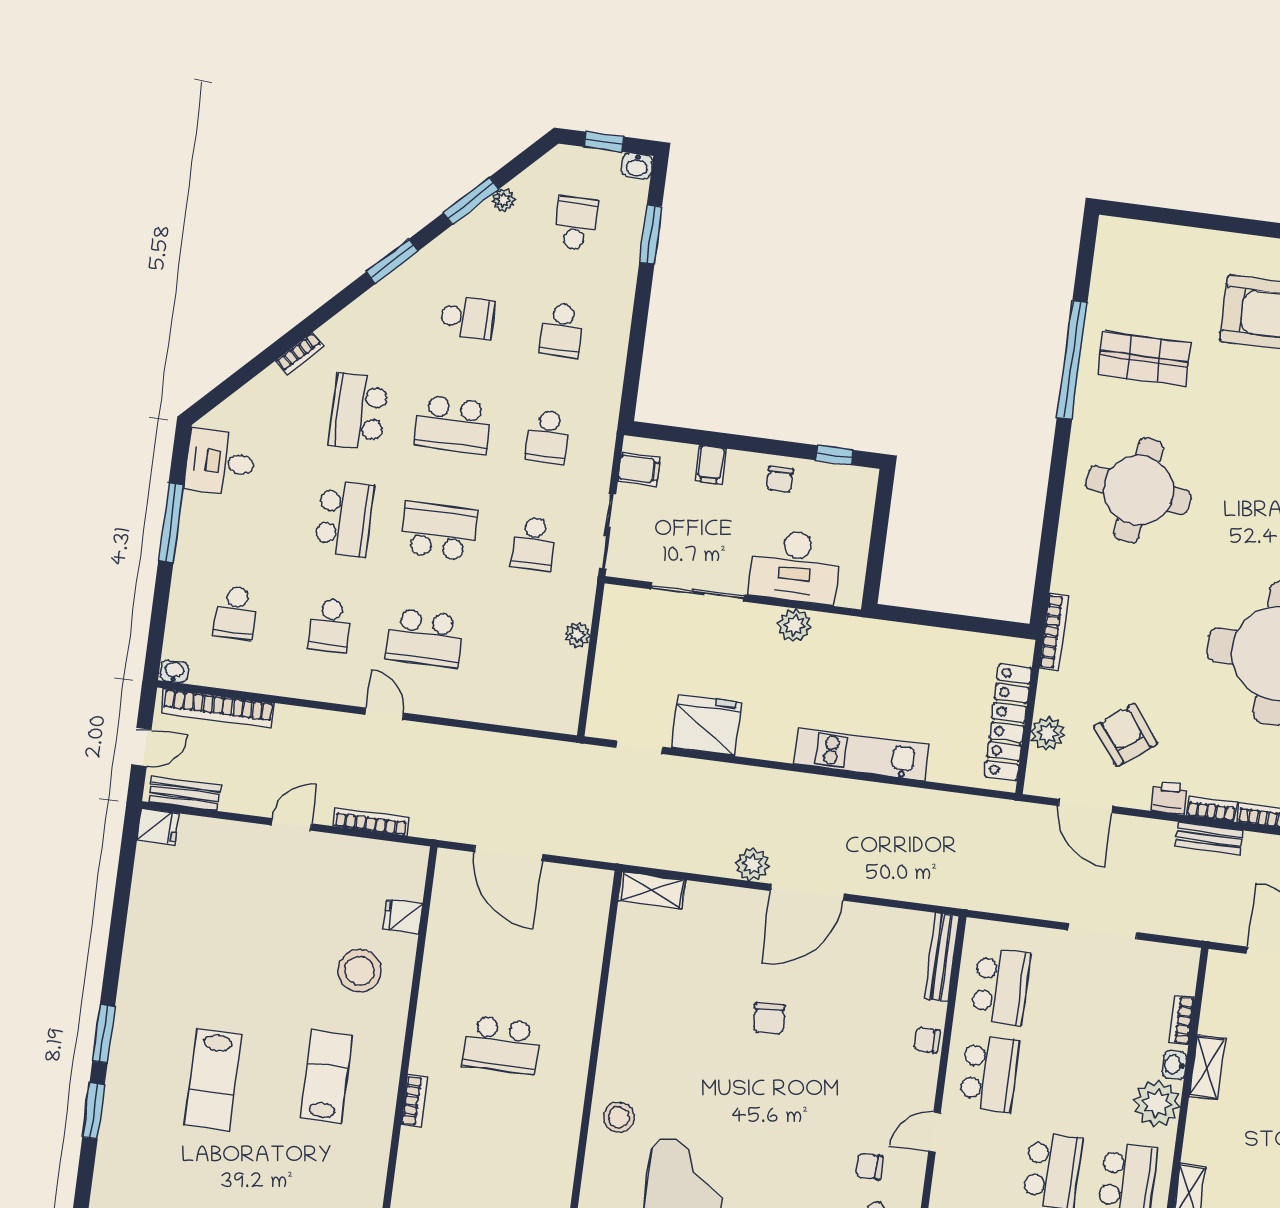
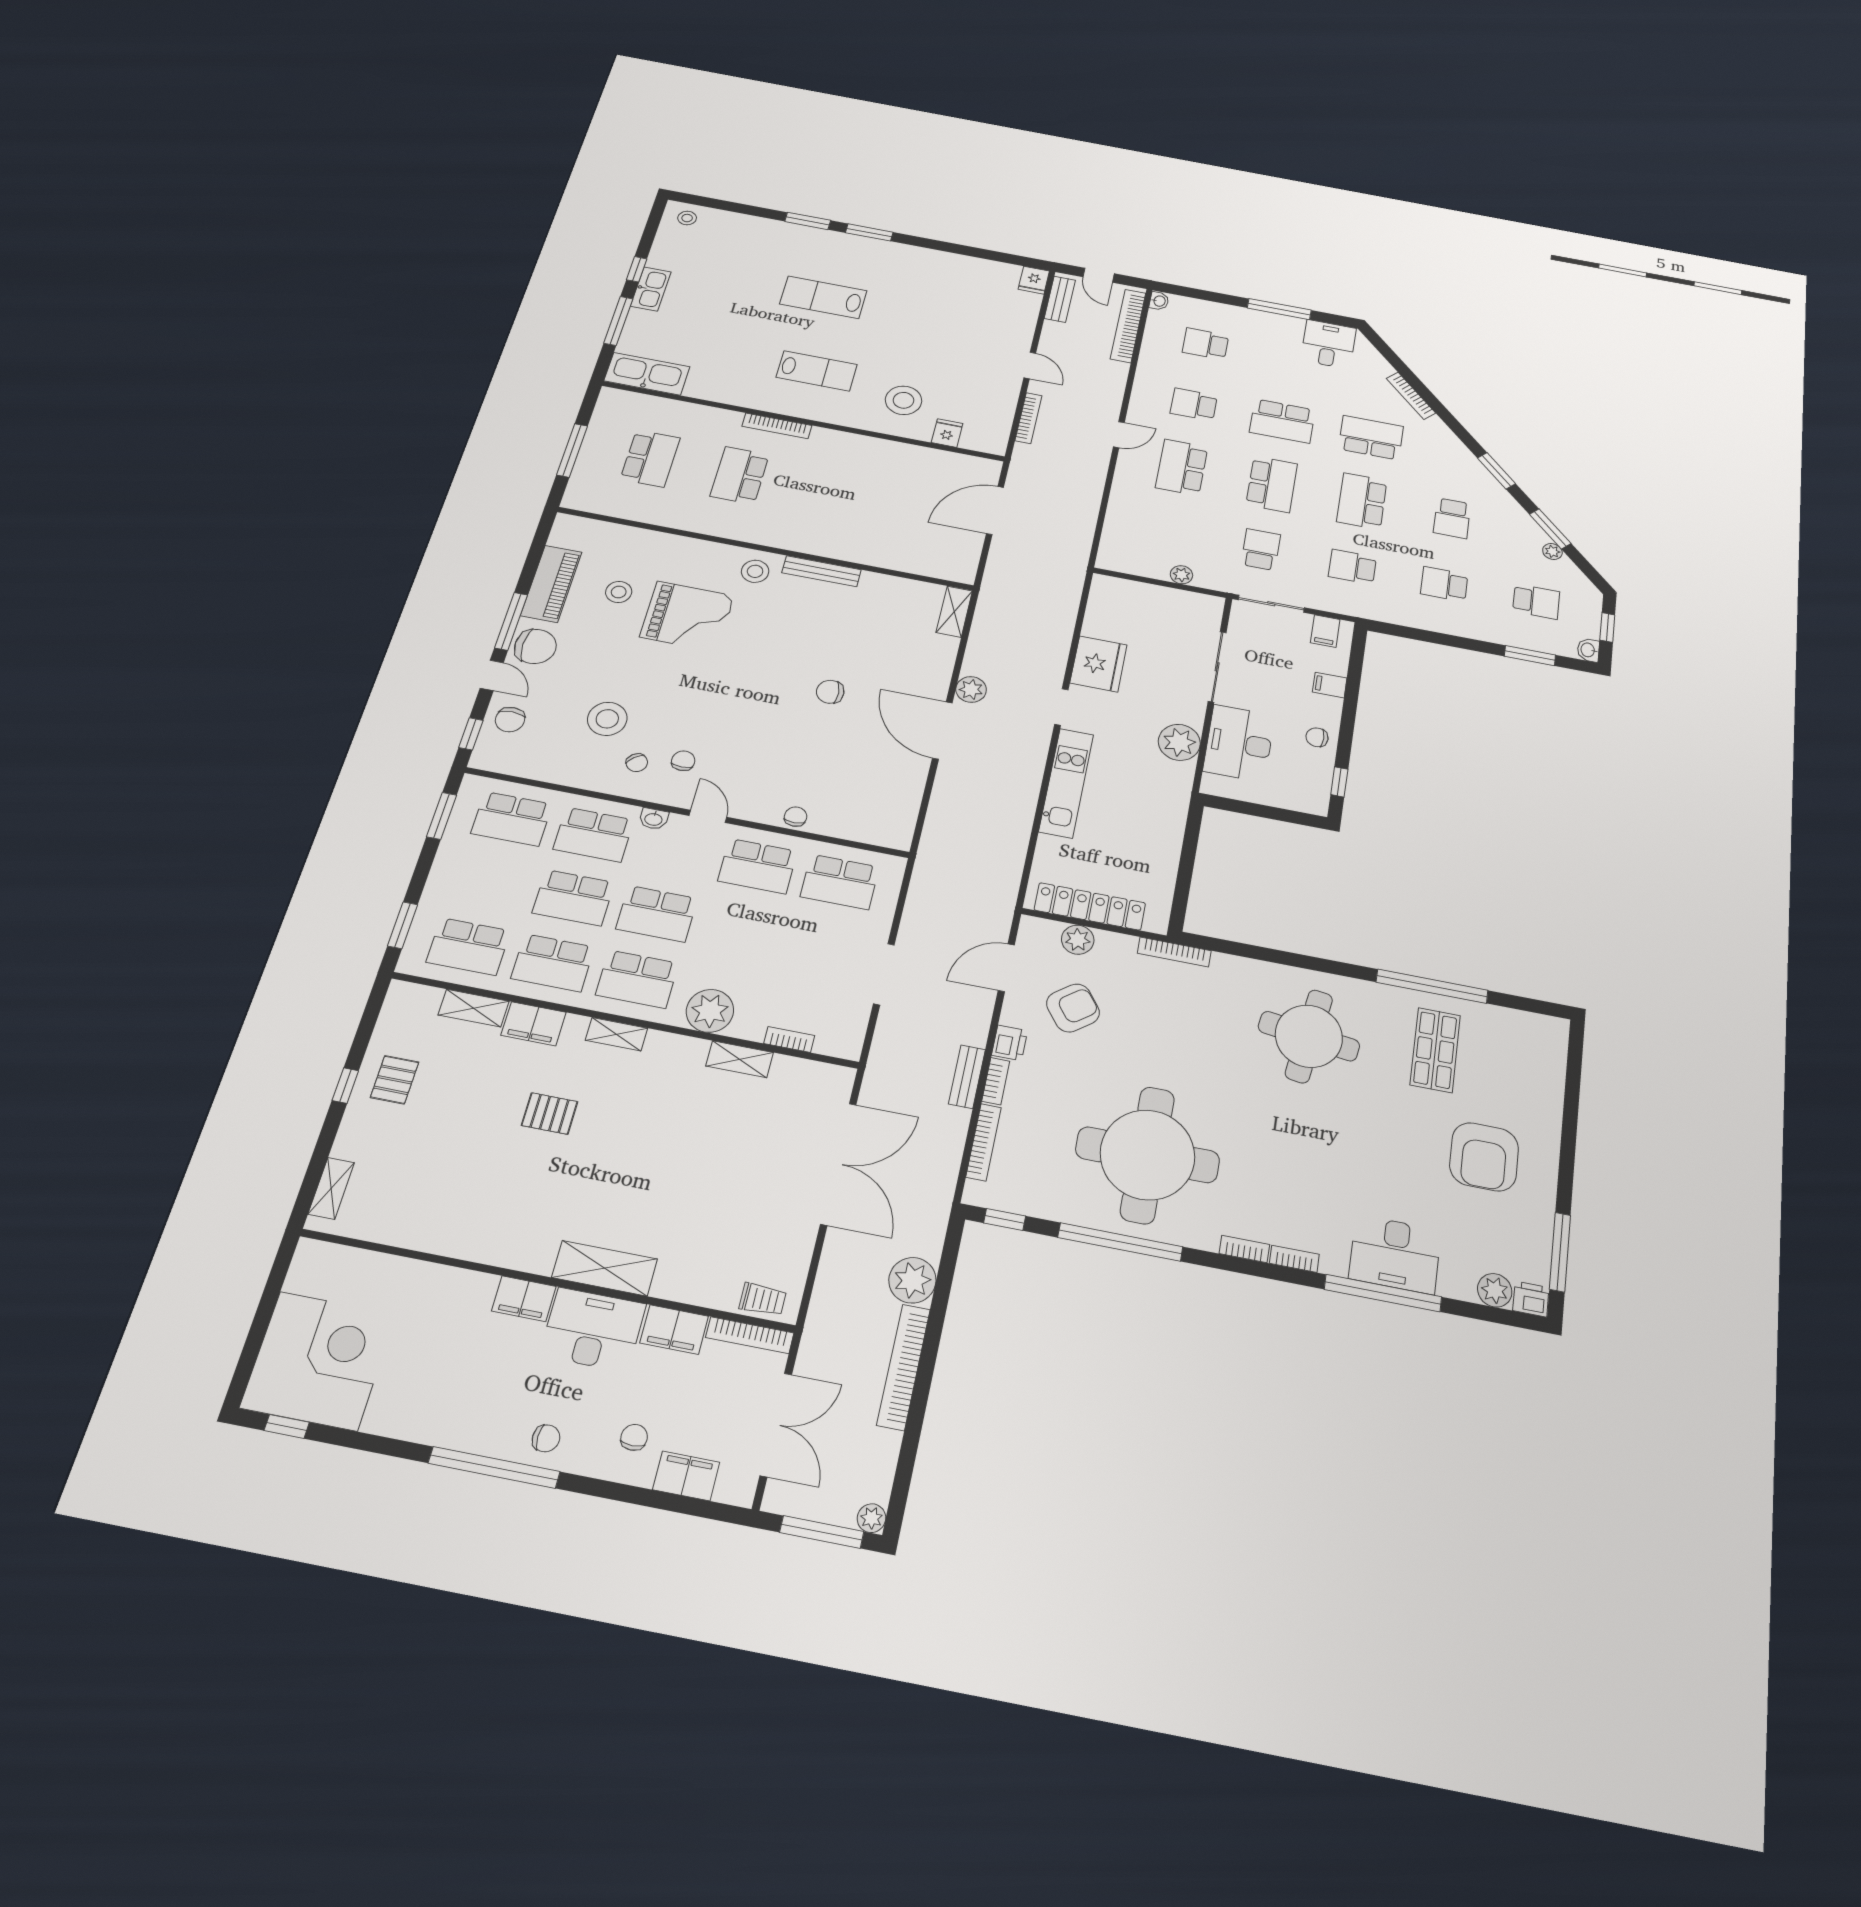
bookcase: (300, 354) -> (1411, 396), width x1.56
school desk: (534, 544) -> (1261, 550), turned 90
plant: (795, 625) -> (1179, 742), width x1.36, depth x1.36
doorway: (639, 747) -> (1061, 707), moved
bench: (942, 957) -> (822, 571), moved
school desk: (502, 1045) -> (740, 475), moved
washbasin: (1174, 1065) -> (654, 819), moved, turned 180
bookcase: (414, 1101) -> (777, 426), width x1.56

